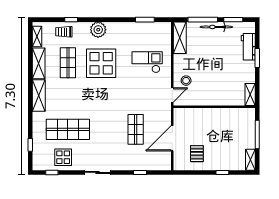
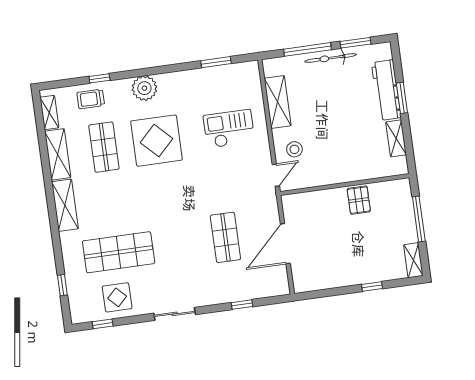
shelving: (180, 38) -> (278, 102), moved
workbench: (248, 47) -> (386, 90), width x1.38
shelving: (250, 95) -> (396, 138), moved
pallet: (197, 154) -> (359, 200), moved

